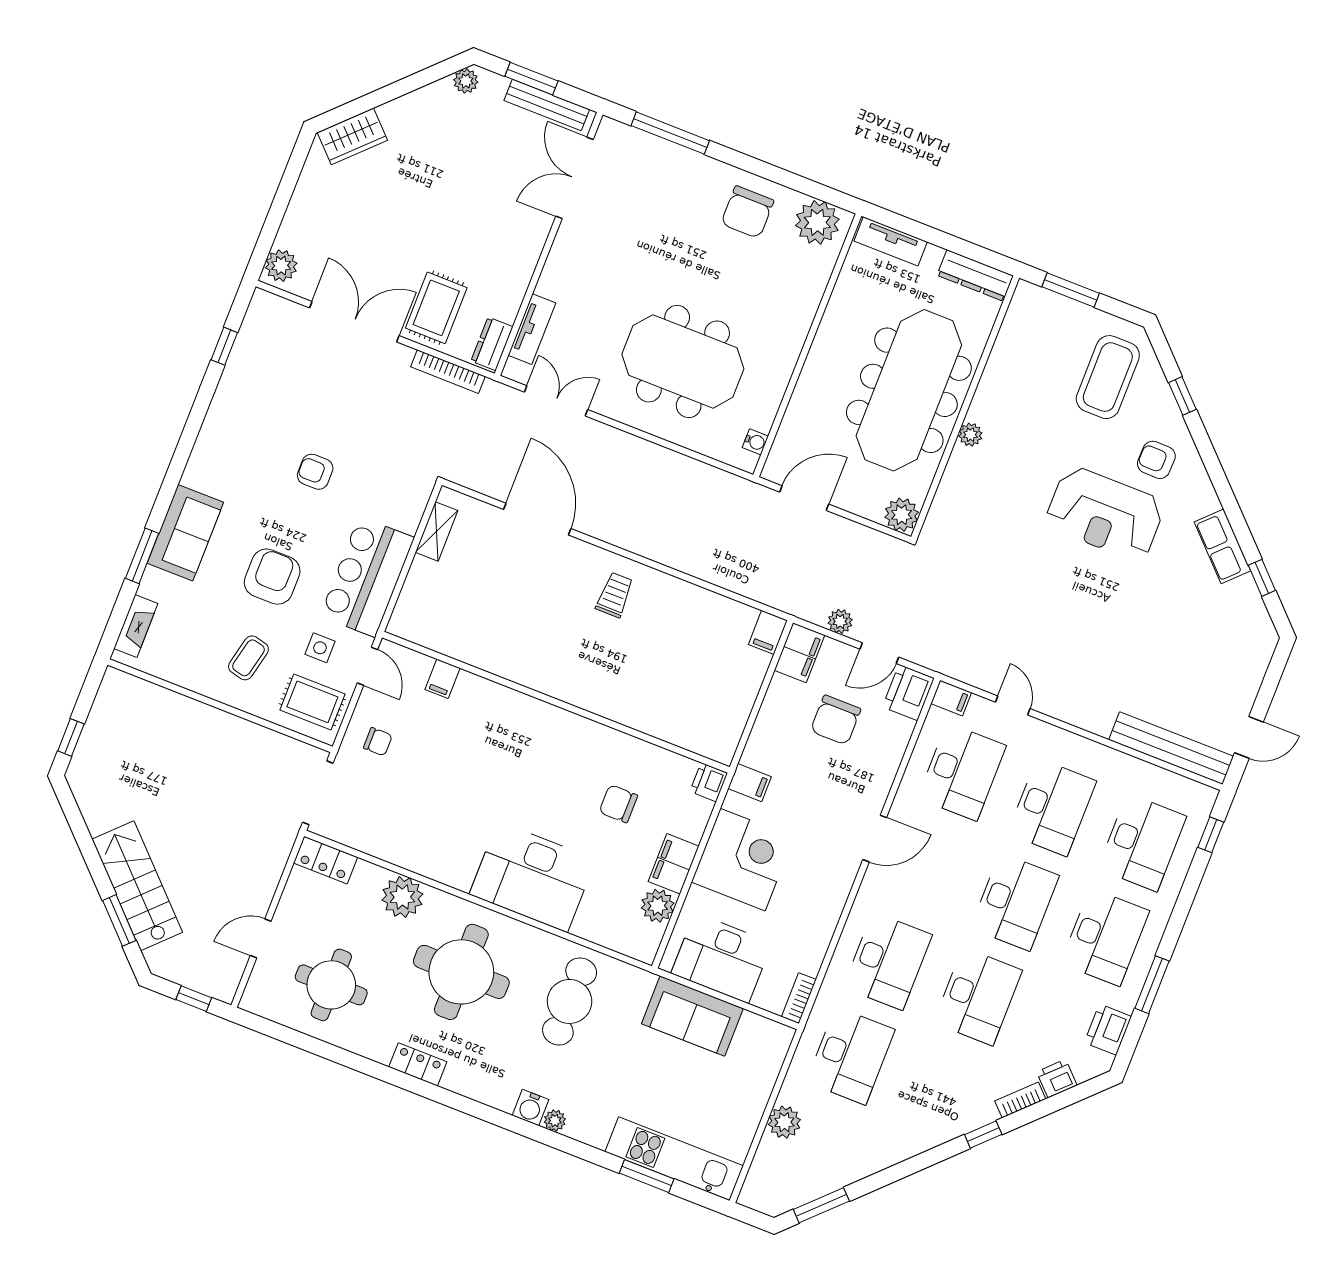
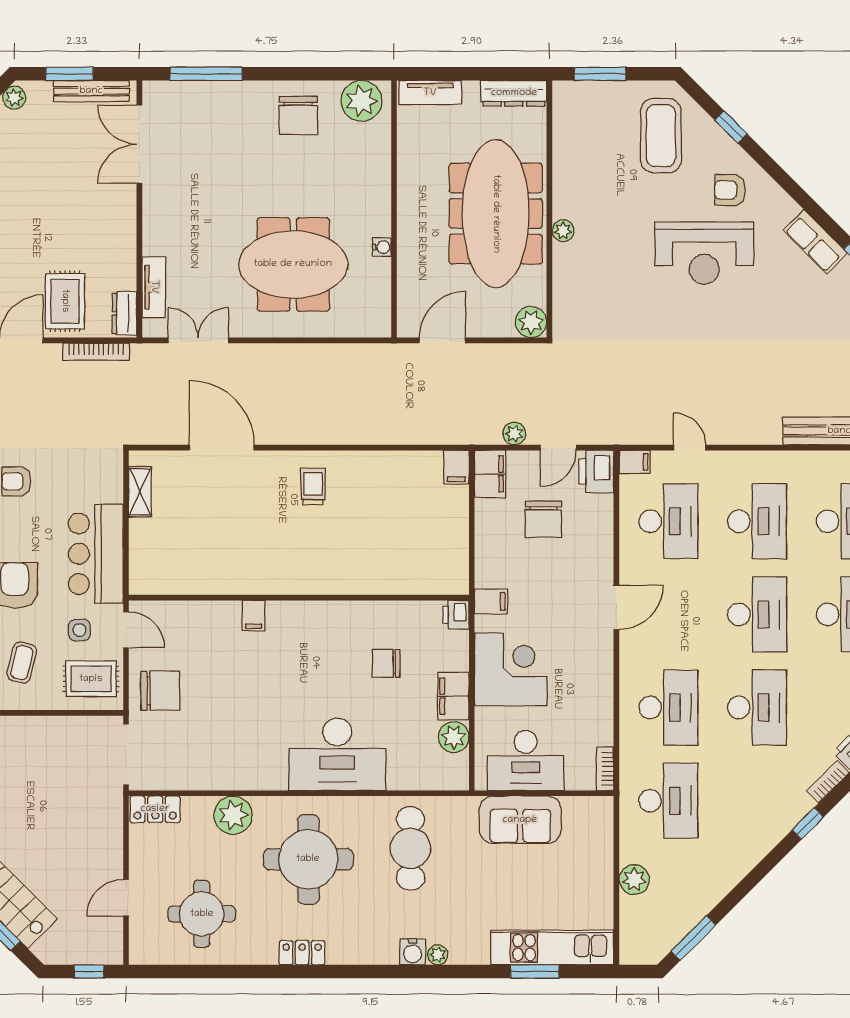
water cooler: (755, 442) -> (382, 247), moved
filing cabinet: (442, 679) -> (254, 616), moved
chair: (378, 742) -> (160, 691), width x1.87, depth x1.87

